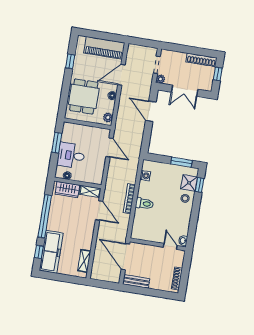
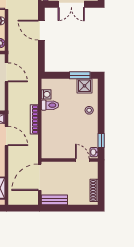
shower: (189, 183) -> (84, 86), moved
window: (200, 185) -> (101, 141), moved
toilet: (144, 204) -> (50, 105), moved
door: (125, 257) -> (40, 177), hinge flipped

